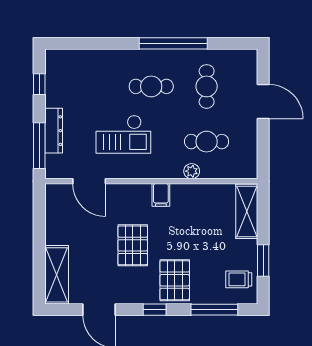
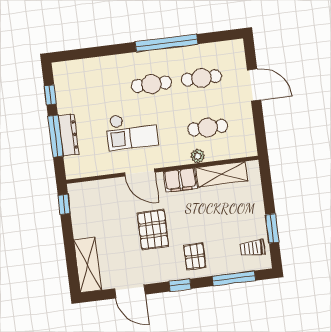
cafe table: (207, 86) -> (201, 78), turned 90
window: (39, 146) -> (55, 136), moved
door: (89, 181) -> (140, 173), moved
filing cabinet: (161, 195) -> (180, 180), width x2.00
window: (39, 205) -> (64, 204), added
shelving: (247, 211) -> (222, 174), moved, turned 90
pallet: (175, 280) -> (195, 256), width x0.67, depth x0.71

